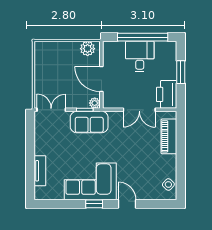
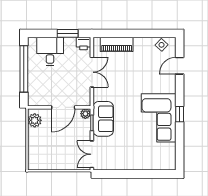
desk: (140, 56) -> (50, 51), moved, turned 90
window: (181, 72) -> (68, 33), moved
printer: (167, 94) -> (84, 43), width x0.53, depth x0.68
tv unit: (40, 171) -> (149, 165), removed
door: (127, 204) -> (180, 66), moved

